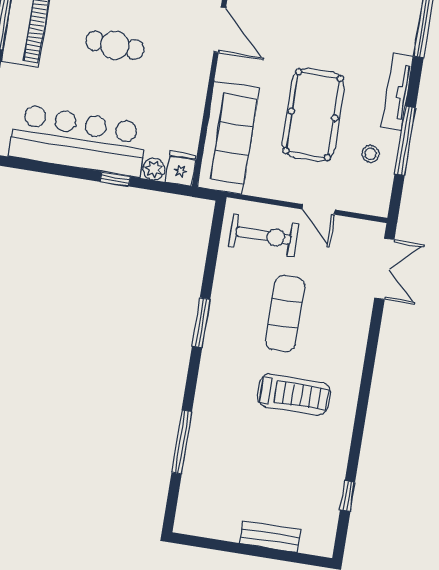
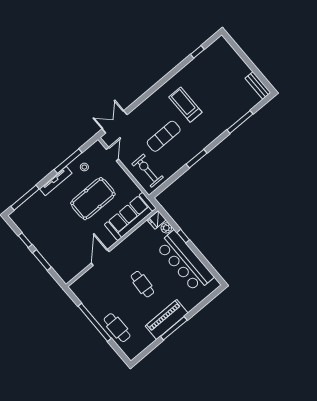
door: (319, 209) -> (112, 154), moved
bench: (270, 537) -> (258, 85), moved

